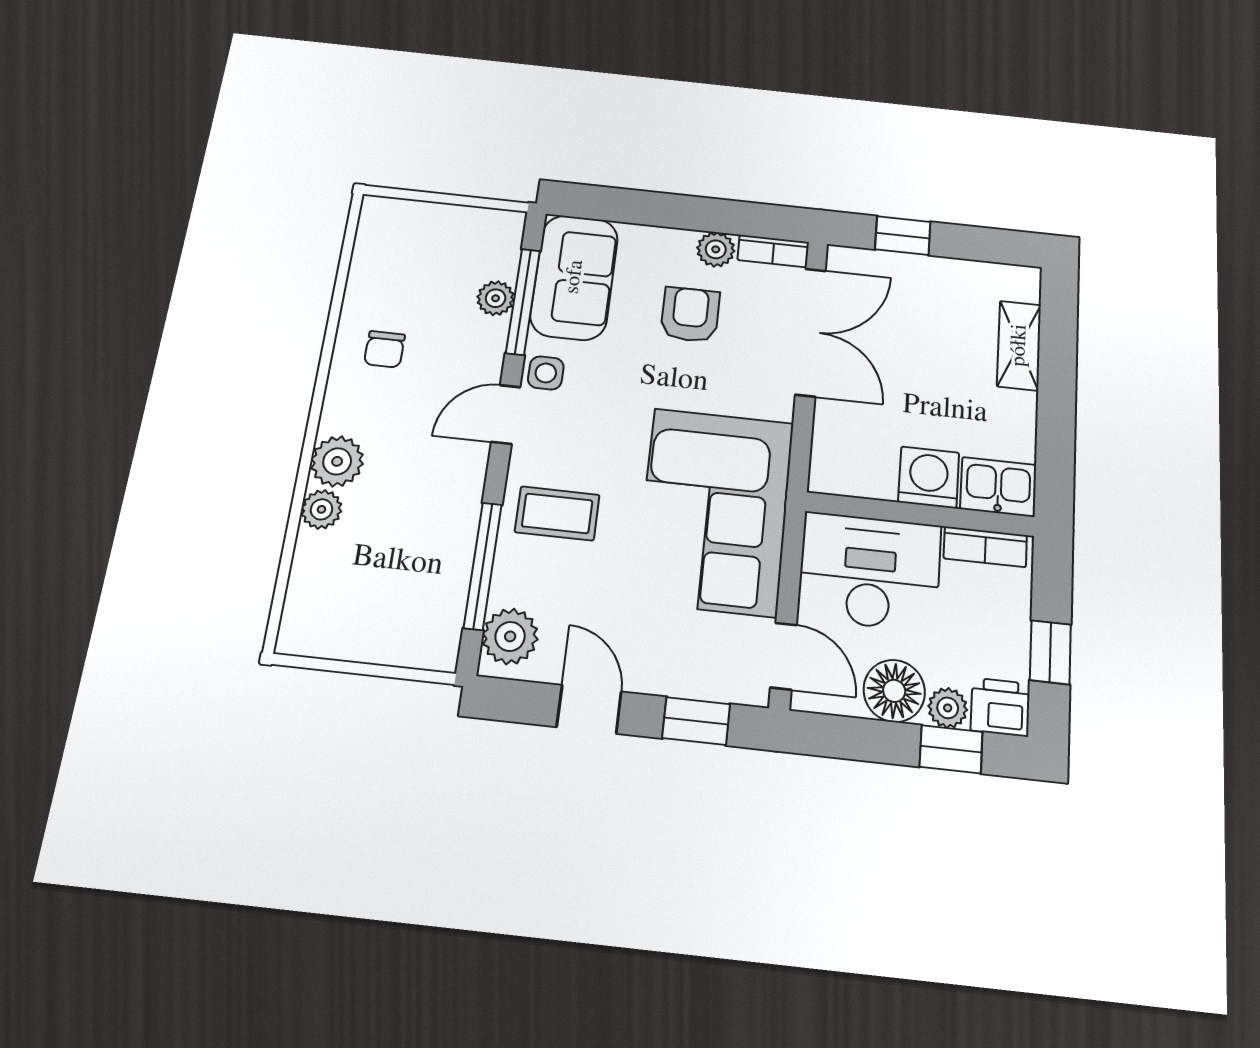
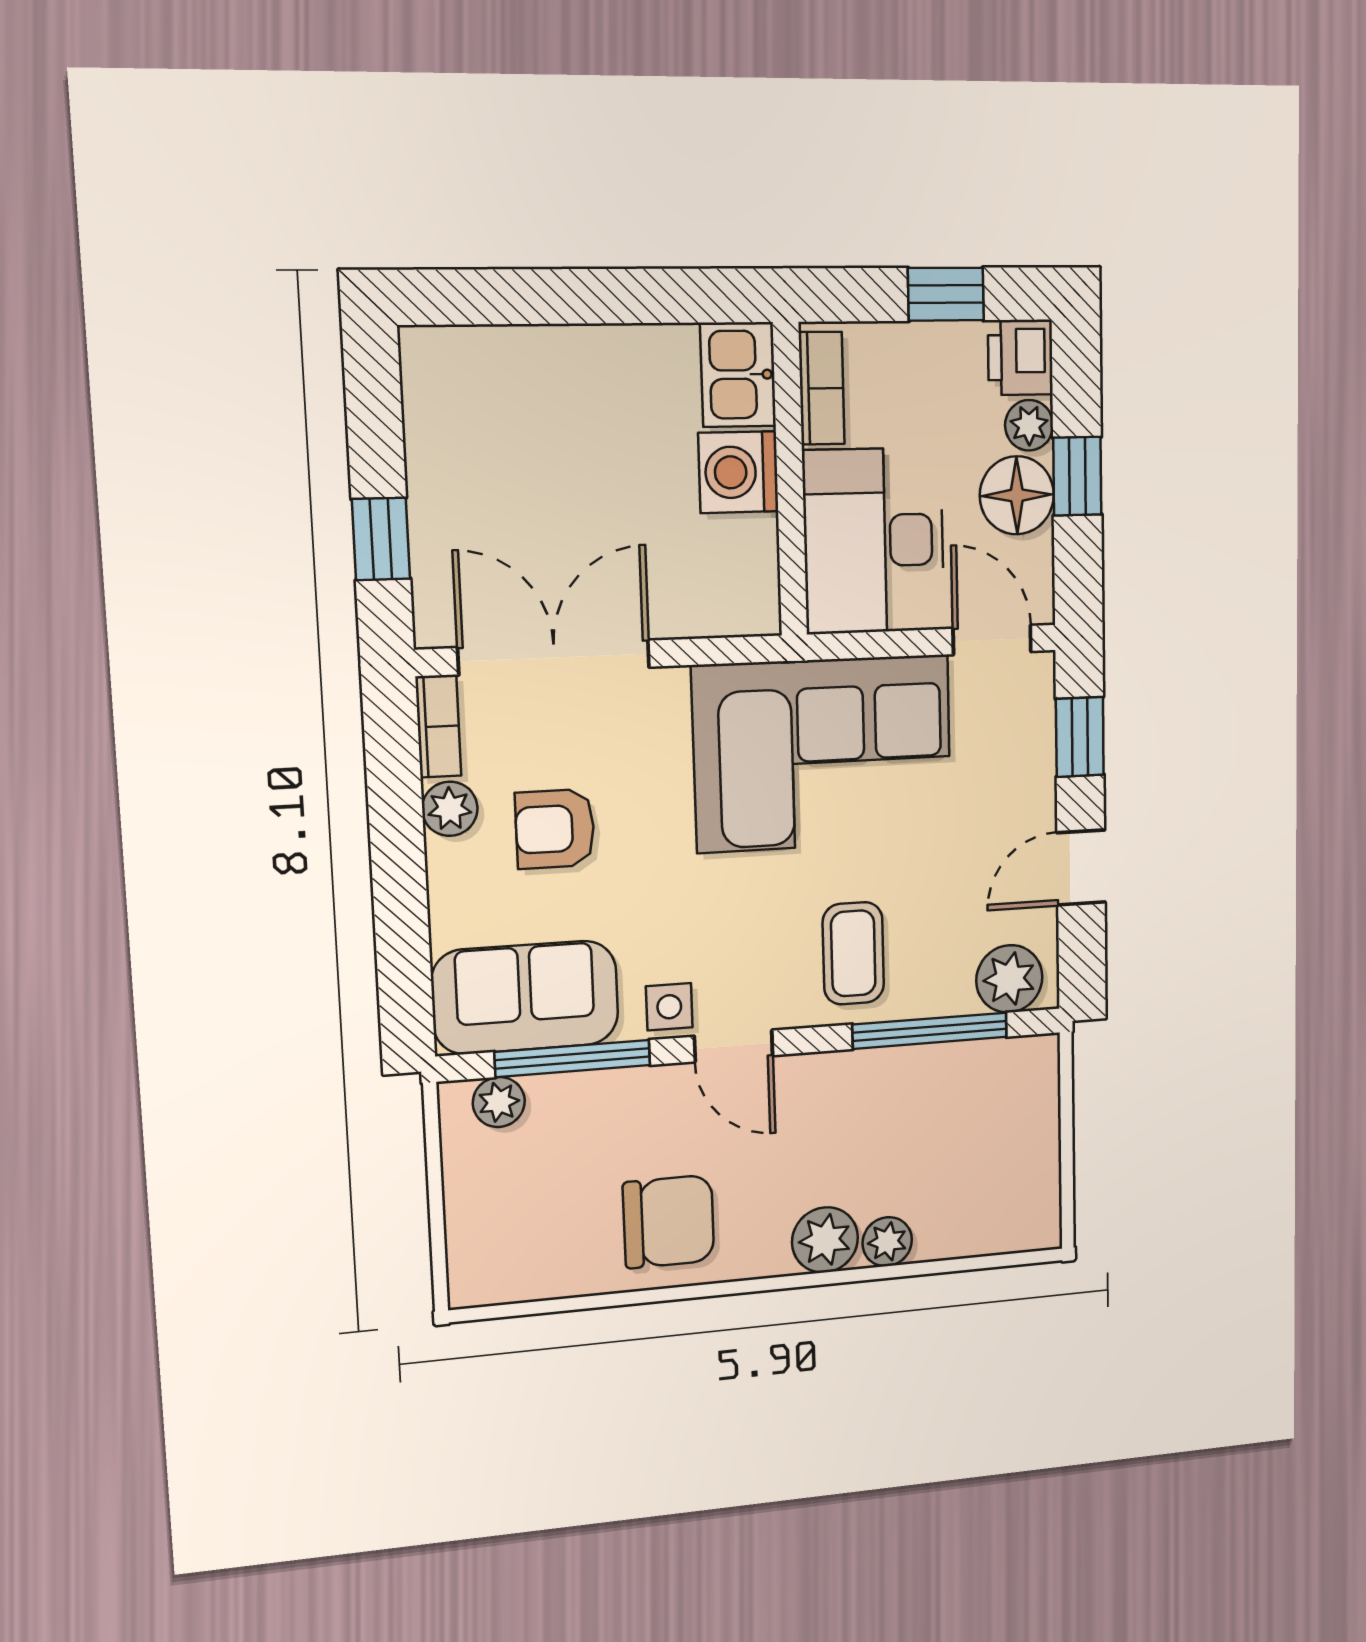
plant: (496, 298) -> (499, 1102), moved
shelving: (1019, 345) -> (527, 355), removed
chair: (385, 349) -> (669, 1222), width x1.87, depth x1.87
door: (784, 656) -> (992, 640), hinge flipped
window: (951, 749) -> (1077, 476), moved

